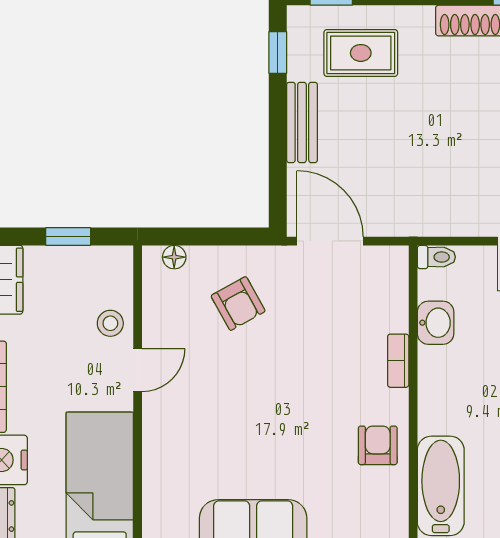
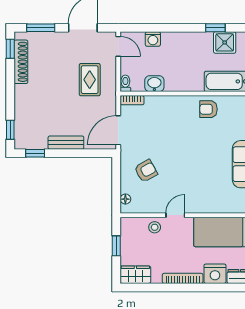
rug: (361, 53) -> (90, 80), moved
bookcase: (398, 361) -> (132, 100), moved
door: (138, 370) -> (175, 215), hinge flipped

